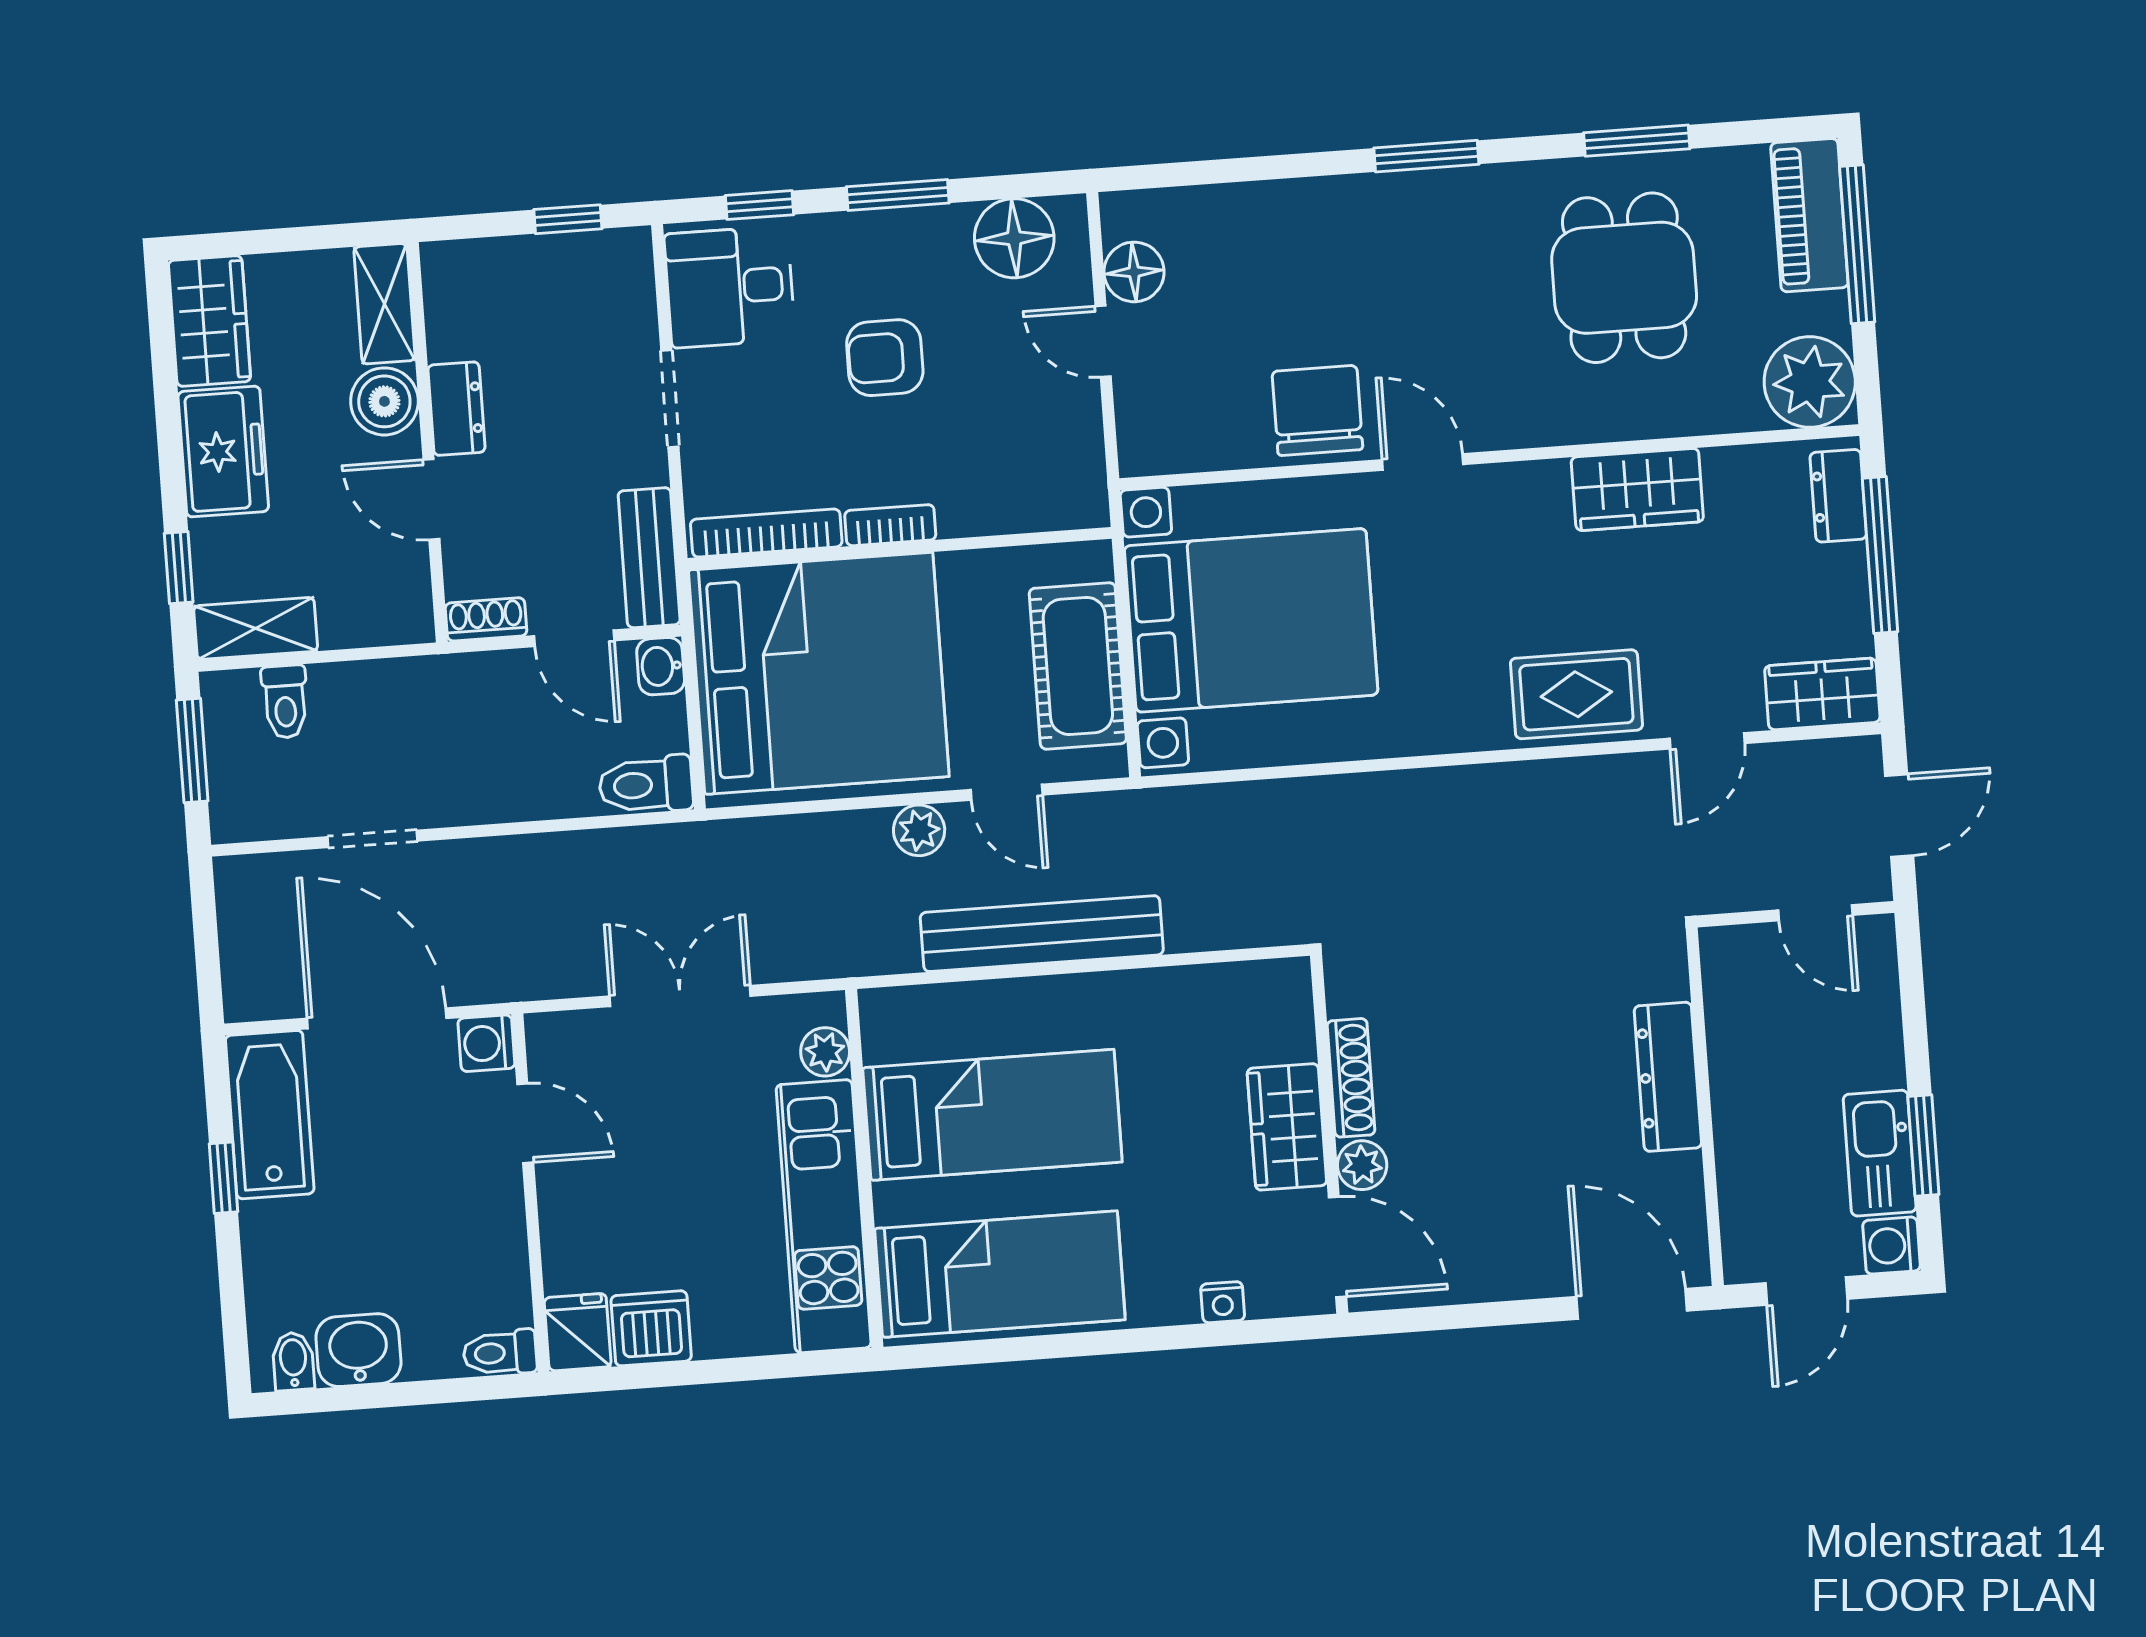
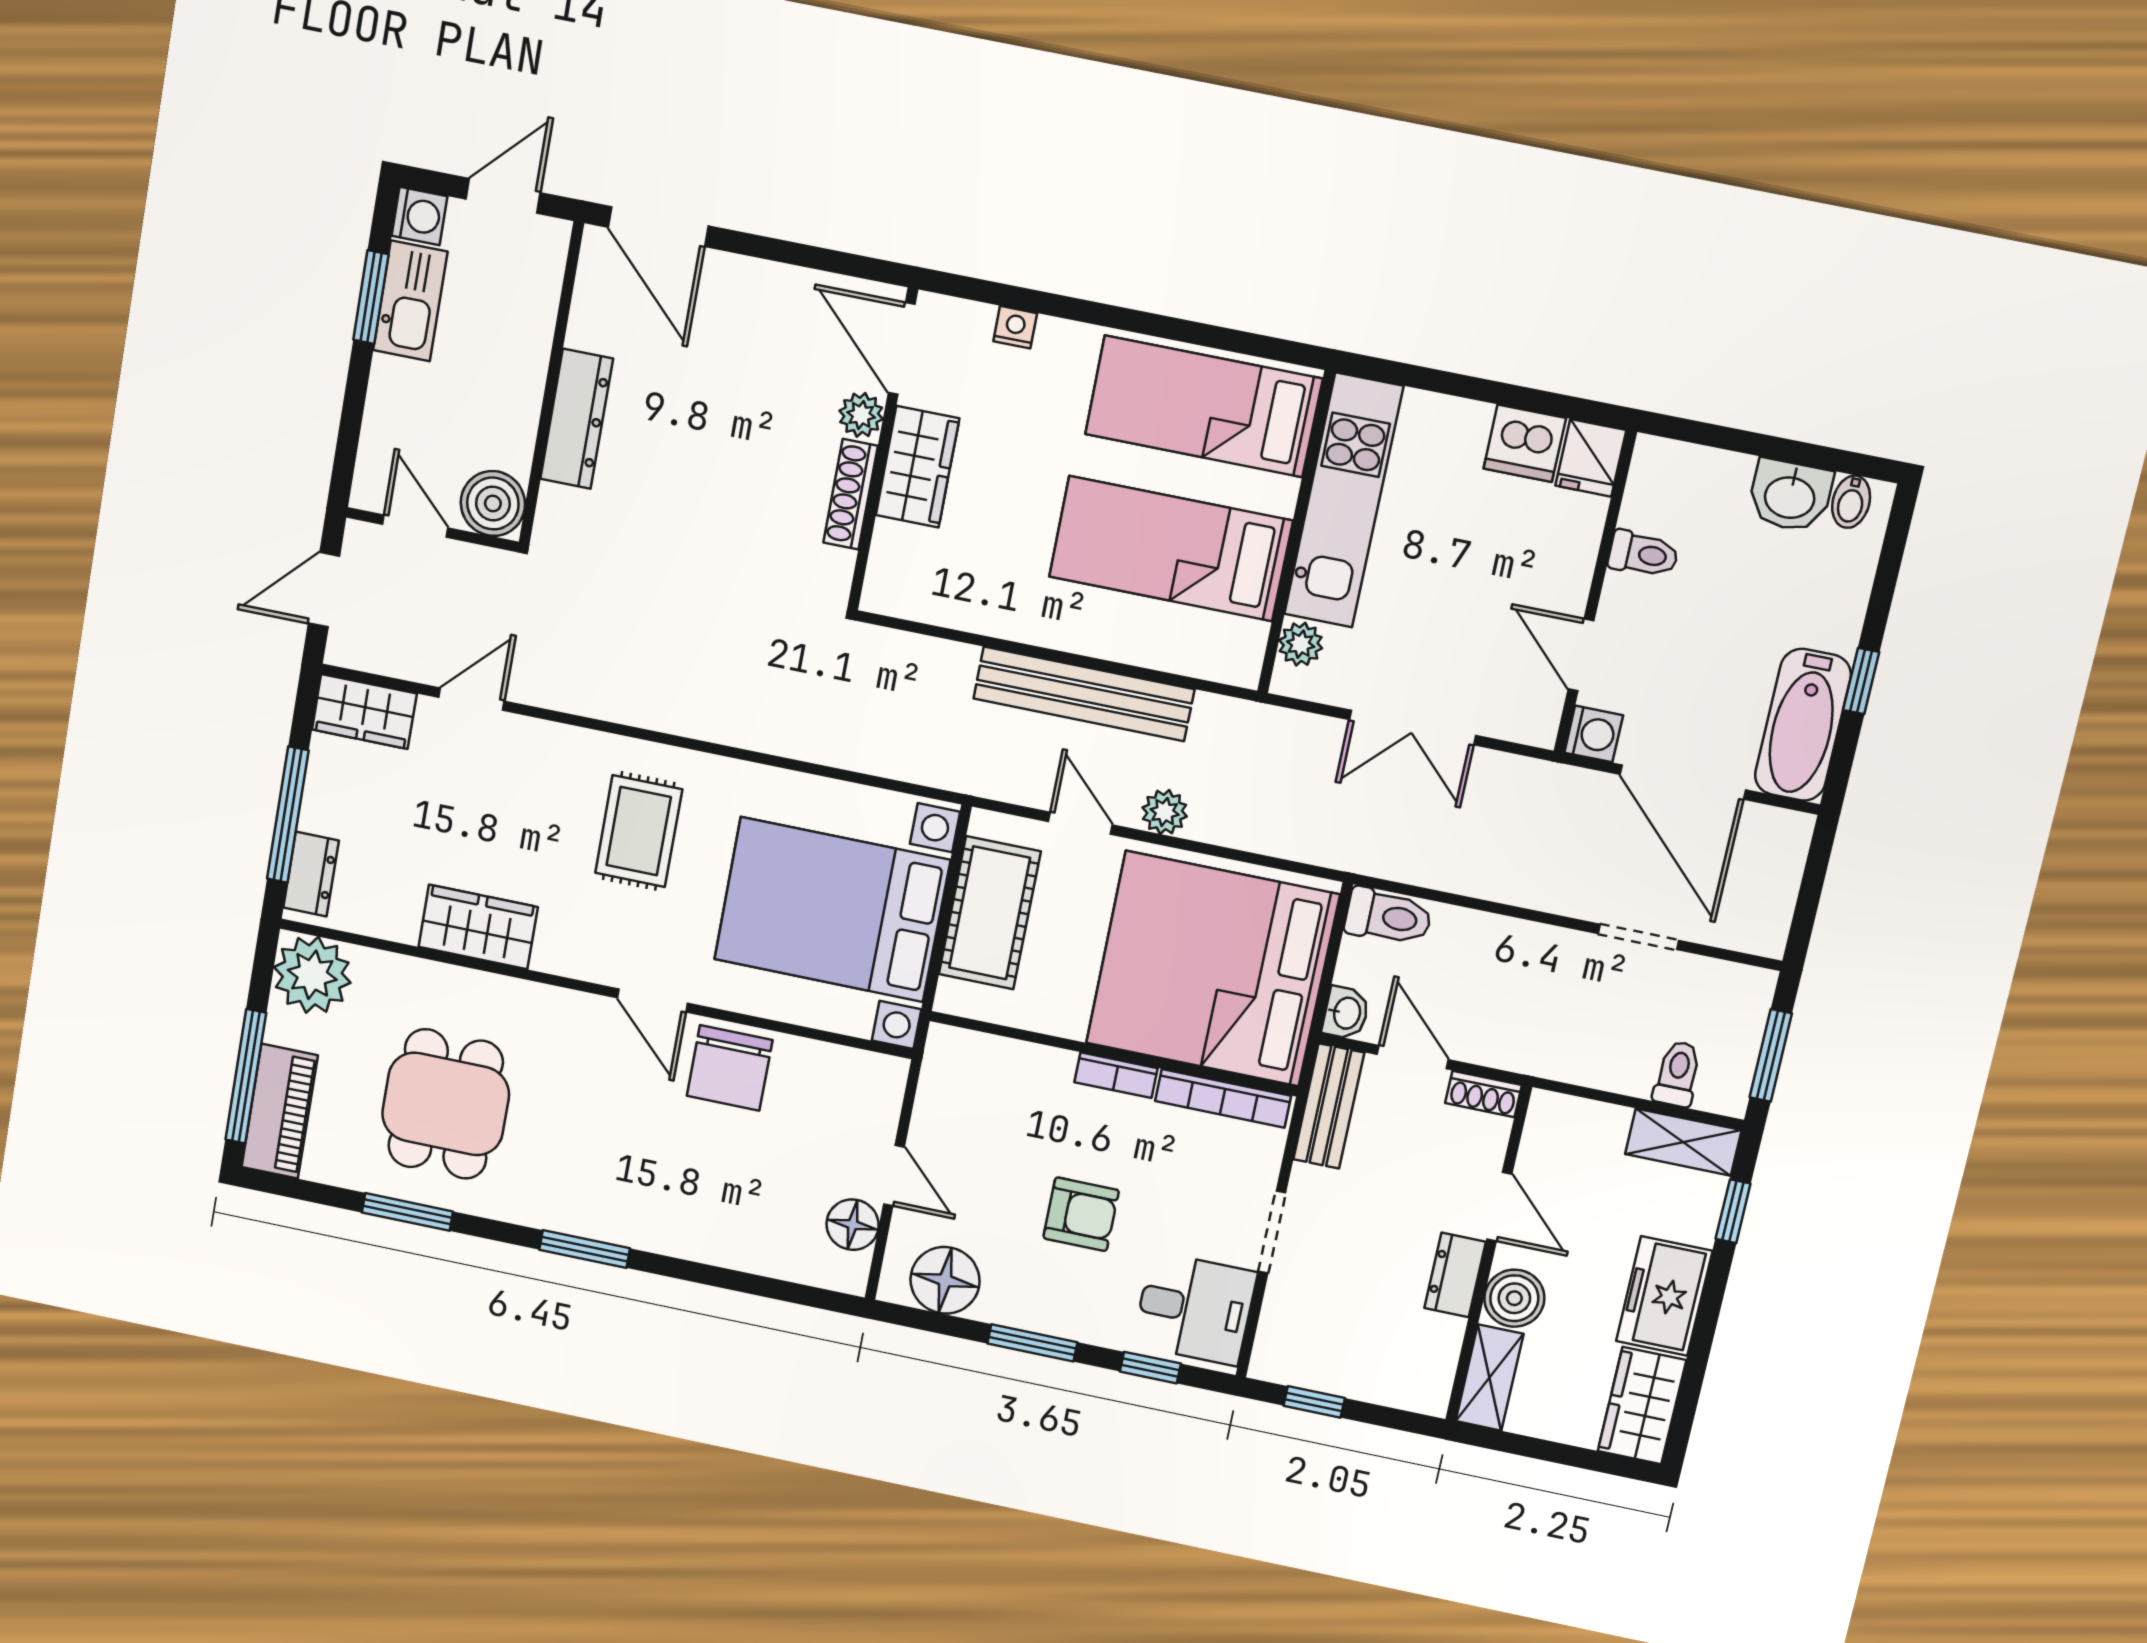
rug: (1576, 694) -> (639, 831), moved, turned 90
boiler: (1736, 961) -> (493, 503), added
toilet: (500, 1353) -> (1643, 554), moved

